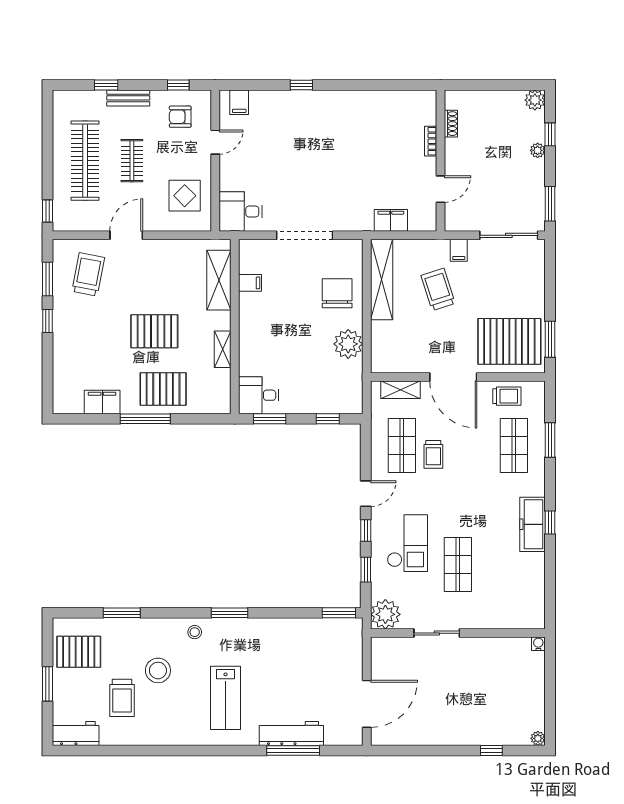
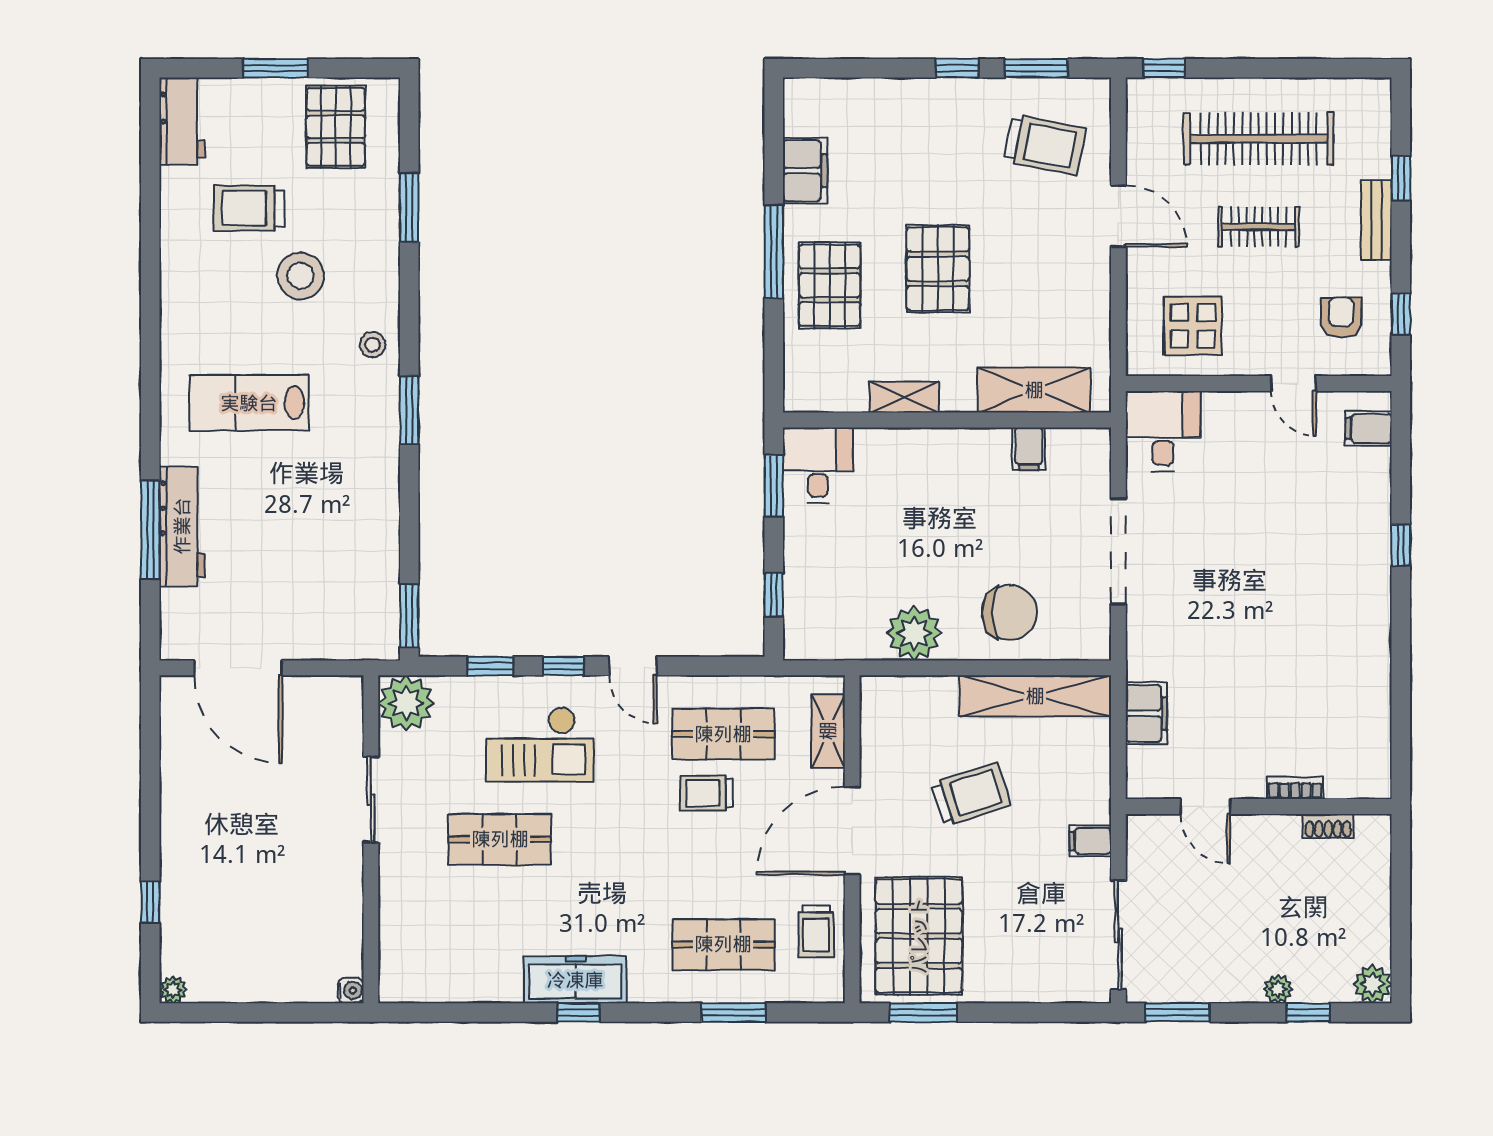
trolley: (438, 289) -> (971, 794), moved

